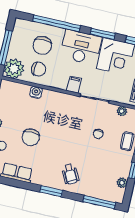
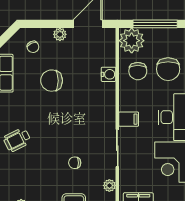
chair: (42, 45) -> (168, 69), turned -90

